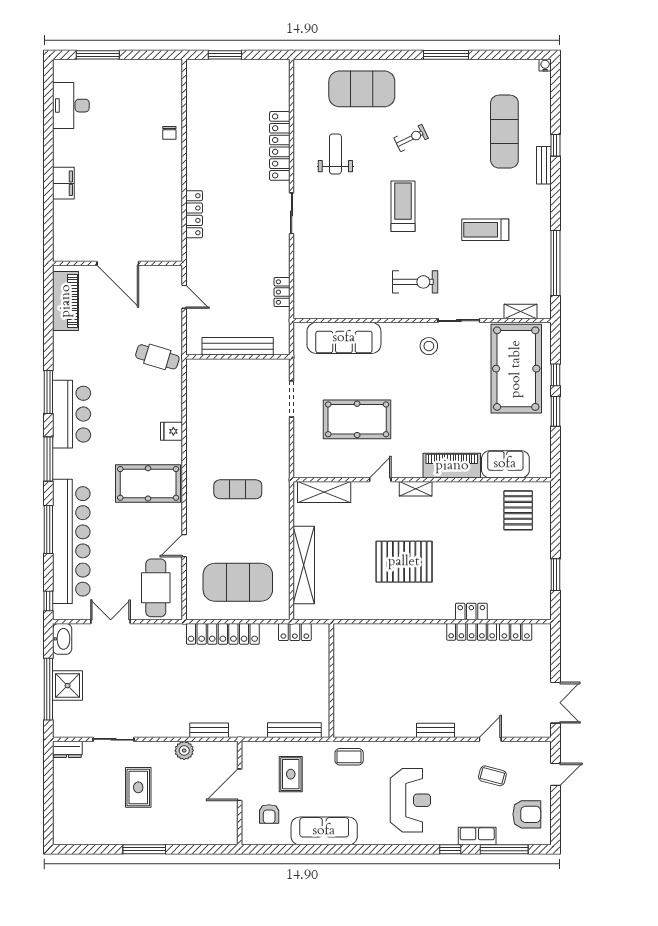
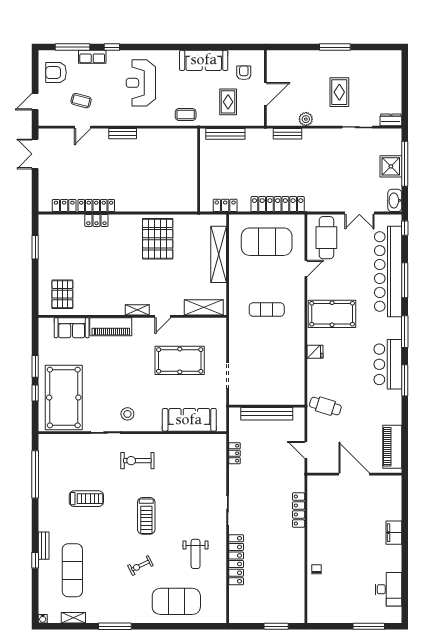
shelving: (520, 311) -> (73, 618), moved
pallet: (404, 562) -> (158, 239), moved, turned 90

